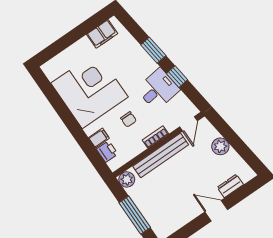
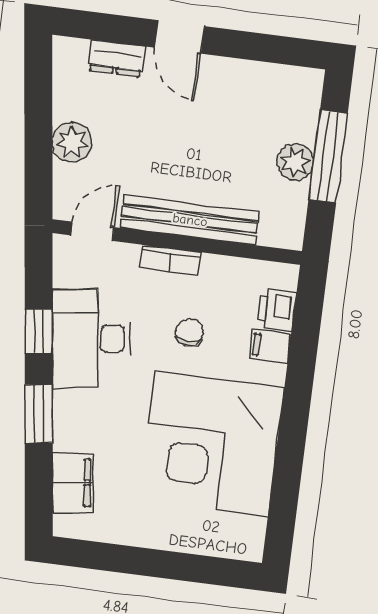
filing cabinet: (102, 34) -> (73, 483), moved, turned 83
desk: (158, 89) -> (91, 339), width x1.37
plant: (127, 179) -> (295, 162), moved

